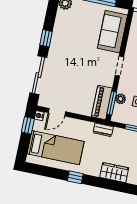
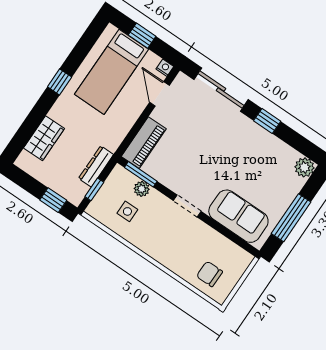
piano: (102, 102) -> (144, 143), moved, turned 90
window: (28, 125) -> (142, 36), moved
dresser: (103, 130) -> (96, 166), moved, width x1.44

